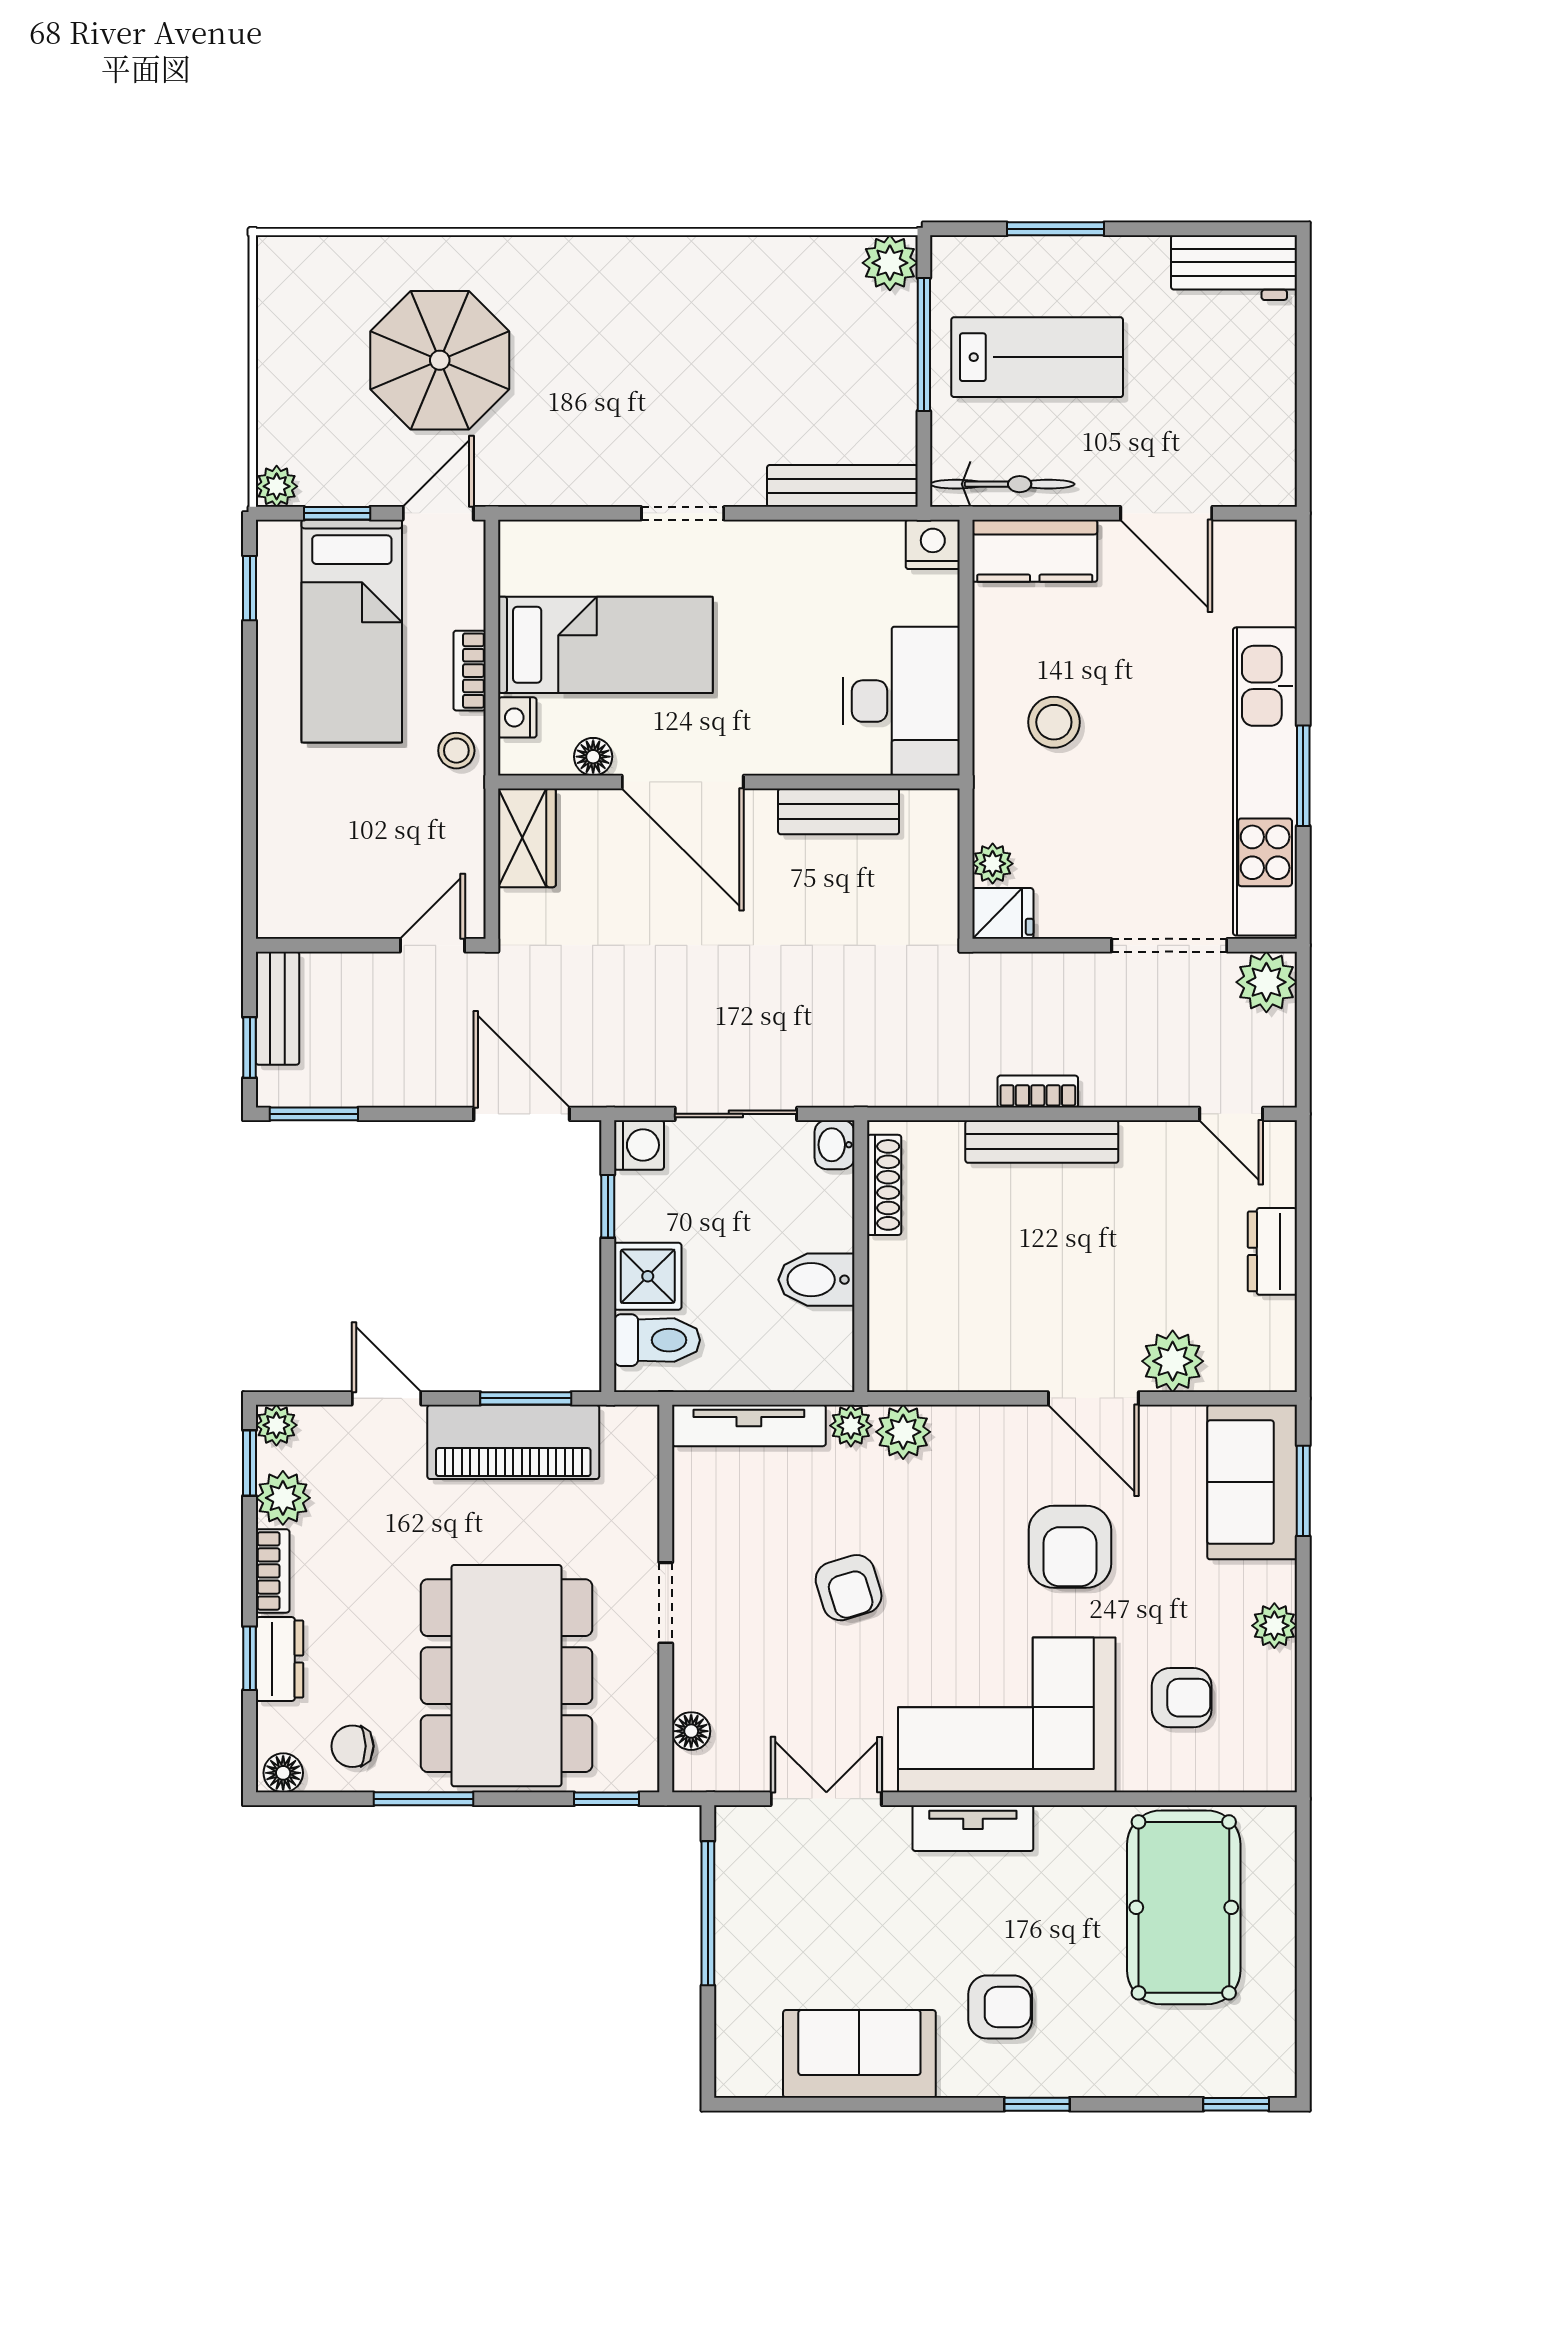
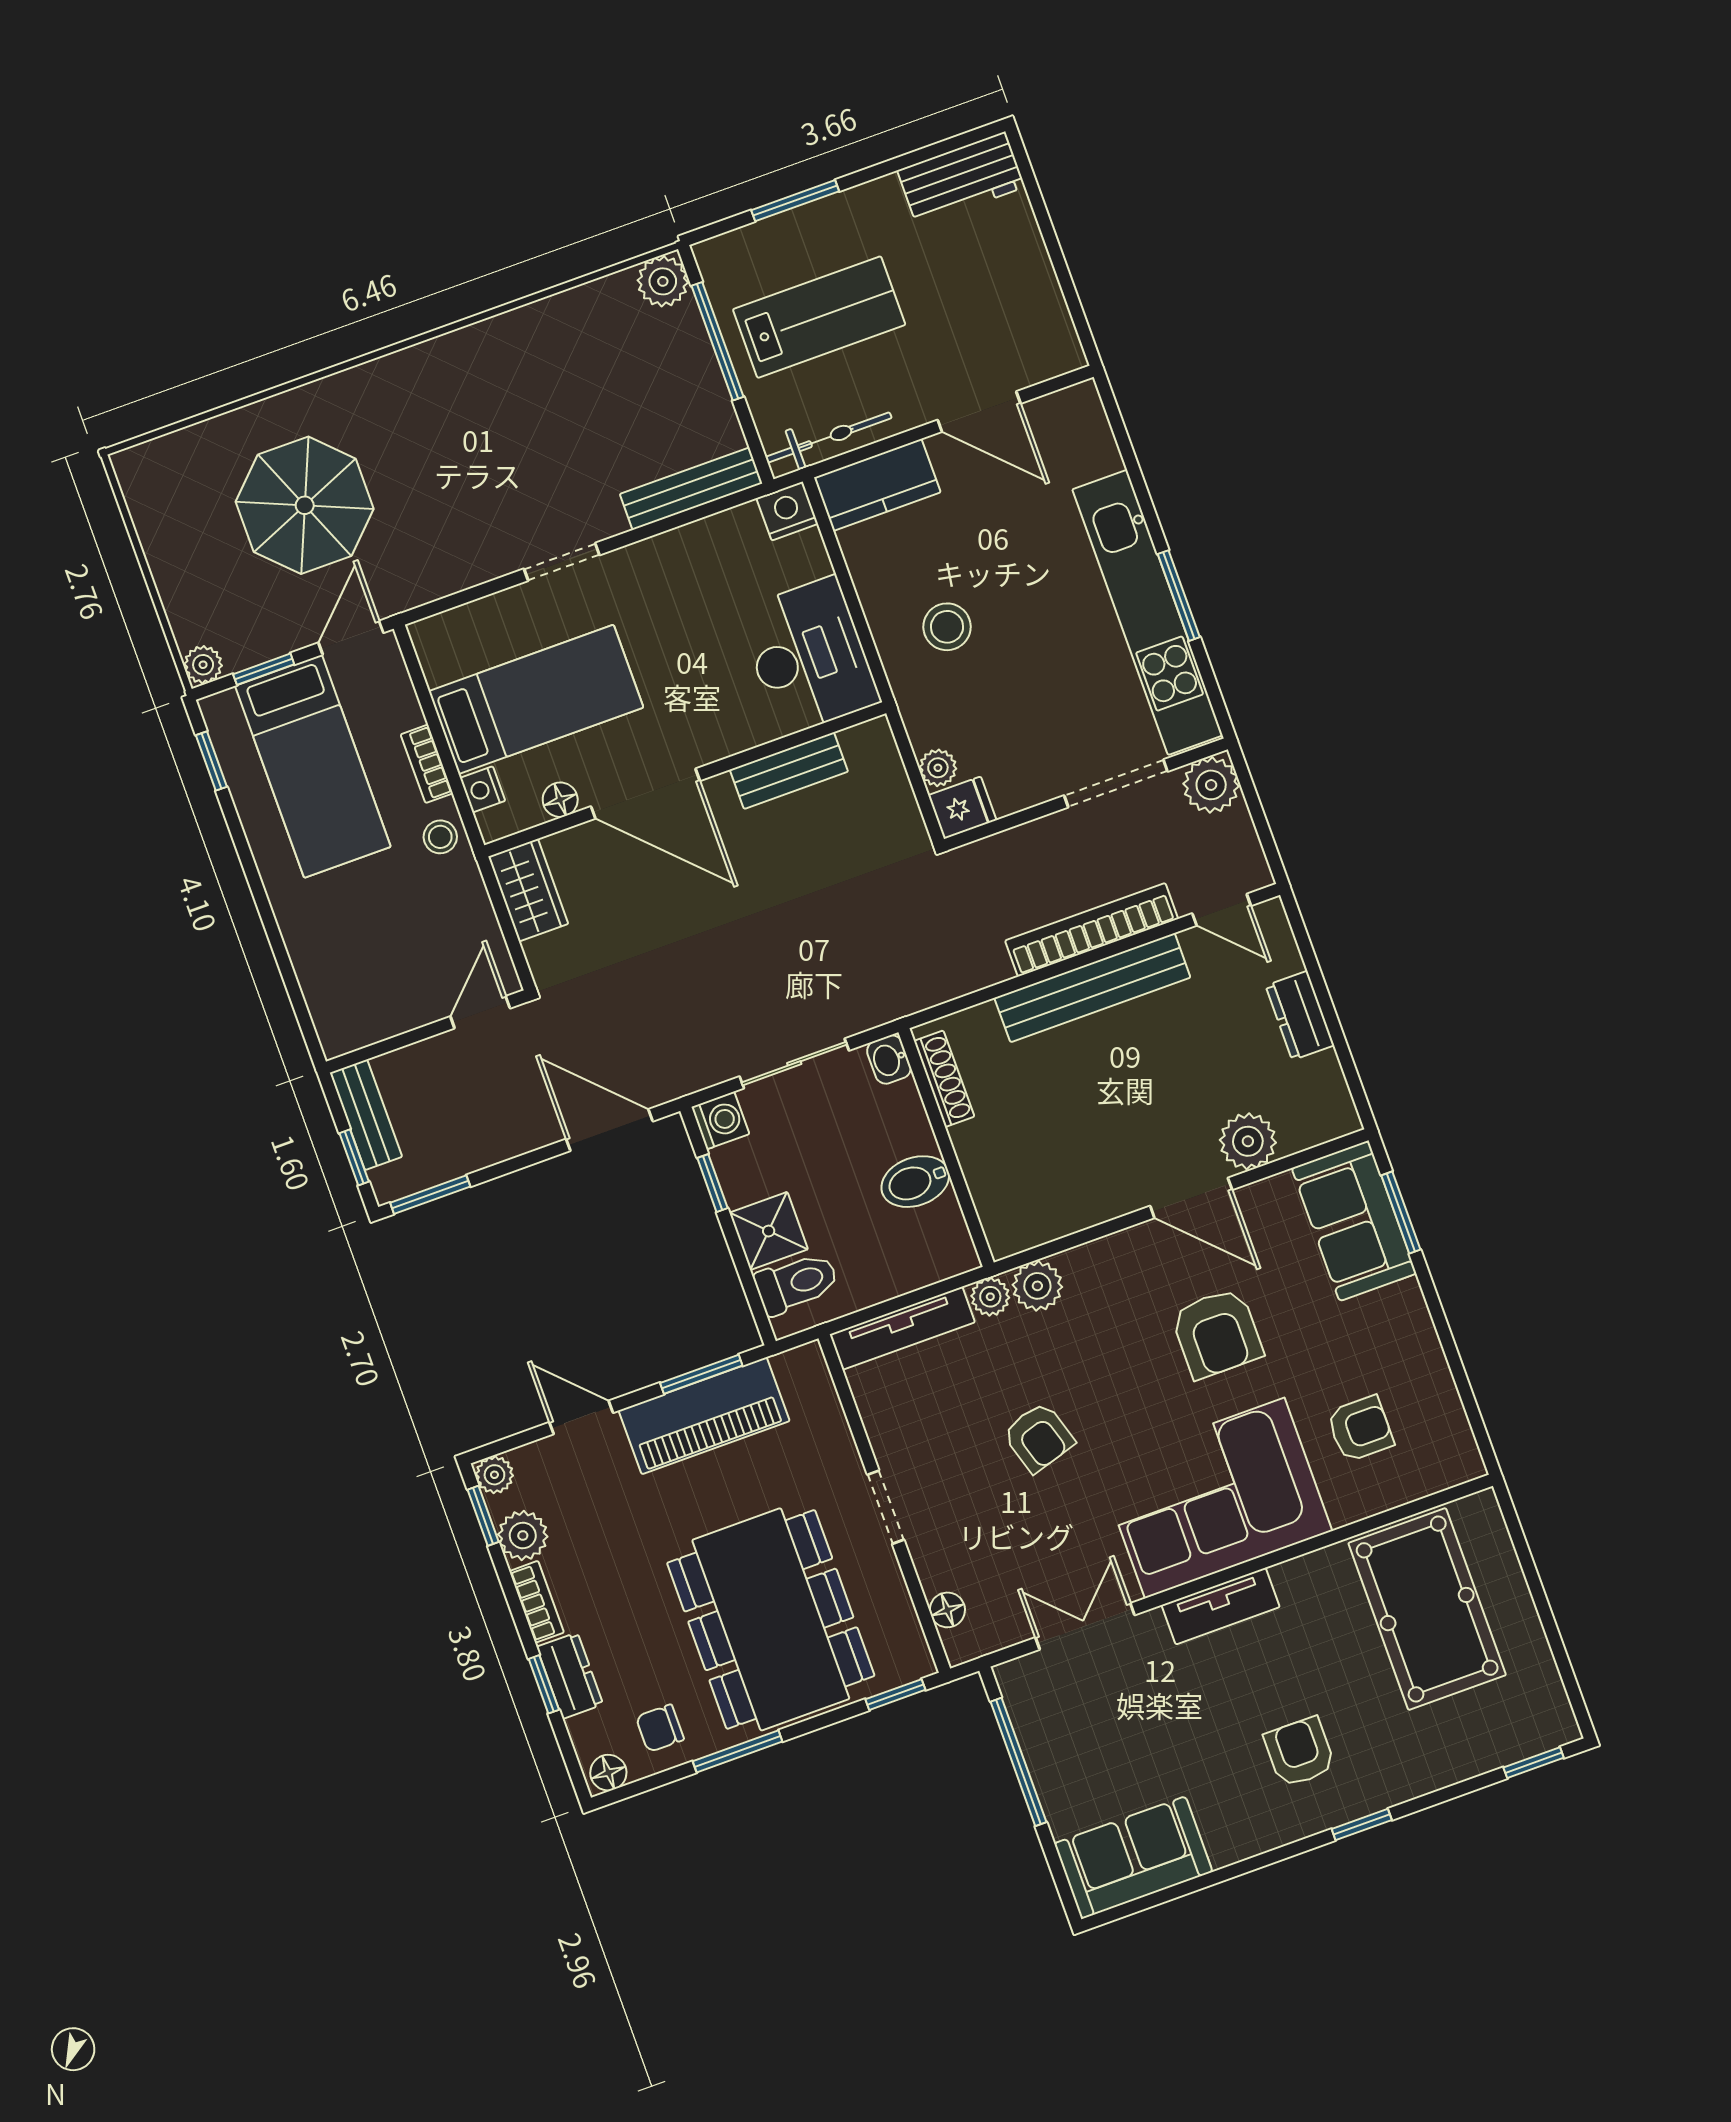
bookcase: (1038, 1091) -> (1092, 930), width x2.31, depth x1.31
bench: (1042, 1142) -> (1092, 988), width x1.37, depth x1.21
plant: (1274, 1626) -> (1418, 1338), removed
armchair: (1000, 2007) -> (1300, 1752), turned -90
sofa: (859, 2054) -> (1133, 1858), moved

